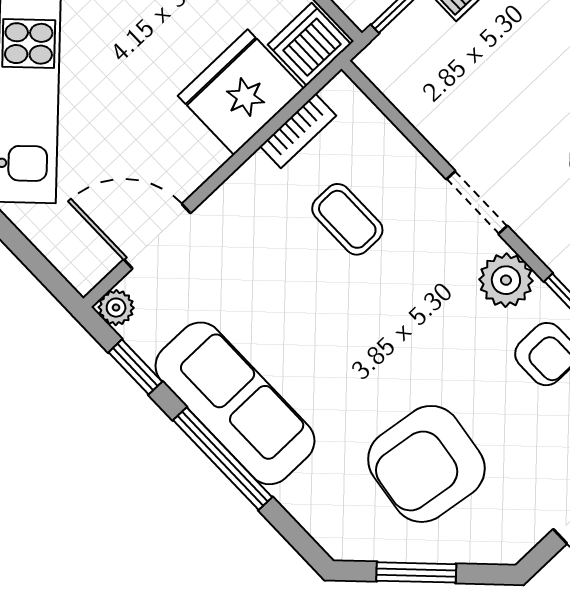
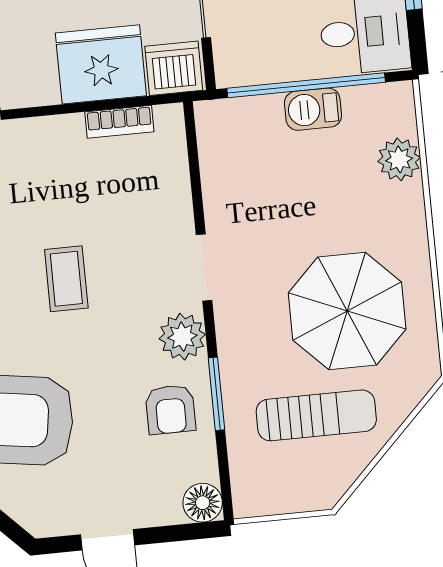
coffee table: (347, 219) -> (66, 279), moved

